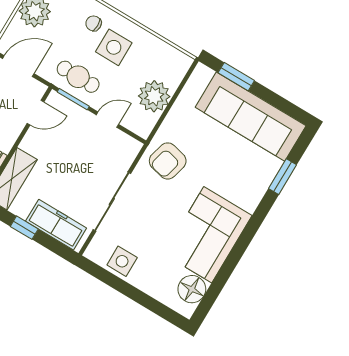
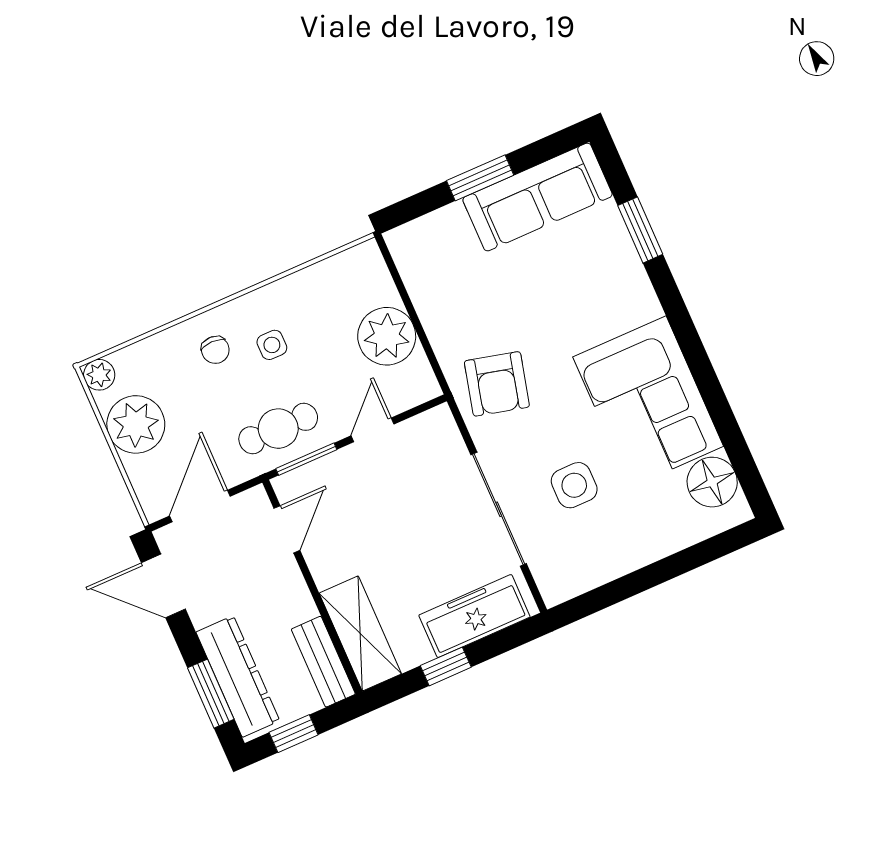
chair: (94, 23) -> (215, 350), turned -90
side table: (114, 47) -> (272, 345), width x0.54, depth x0.54
window: (236, 77) -> (480, 178), moved
sofa: (251, 117) -> (537, 197), width x0.74, depth x0.79
side table: (122, 261) -> (574, 485), moved

